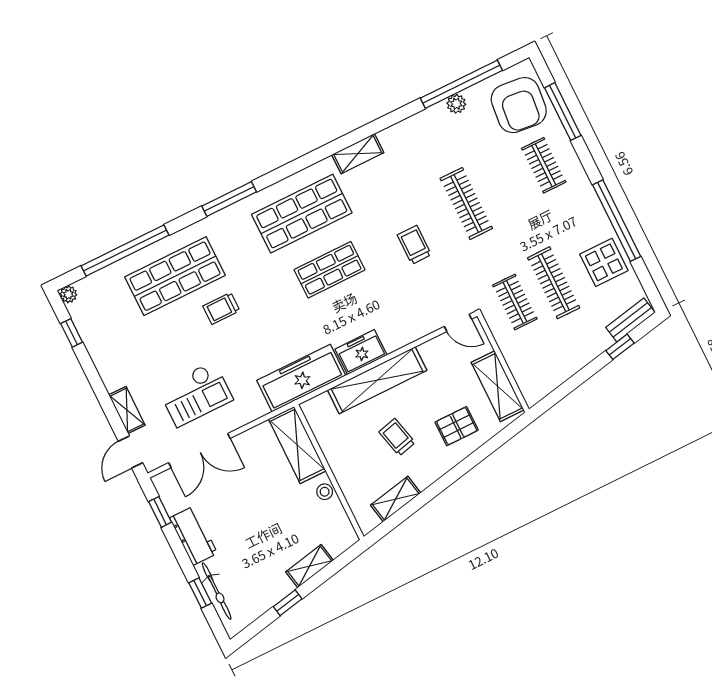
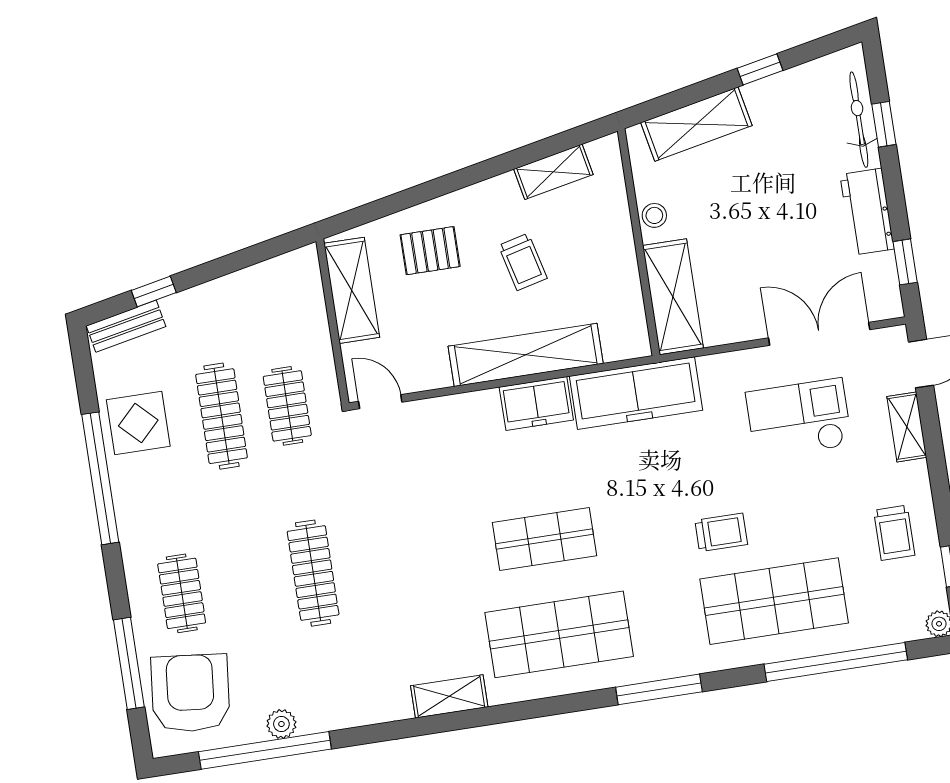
trolley: (414, 245) -> (894, 533), moved
shelving: (310, 566) -> (696, 124), width x1.50, depth x1.33

